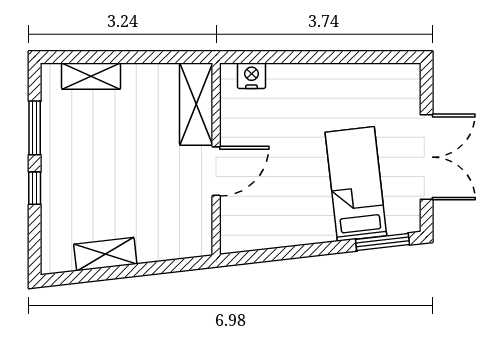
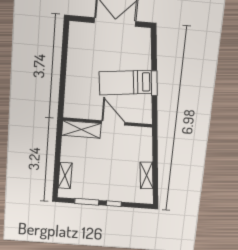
nightstand: (252, 76) -> (70, 103), removed
bed: (356, 184) -> (126, 83), moved
window: (383, 242) -> (154, 83), moved

